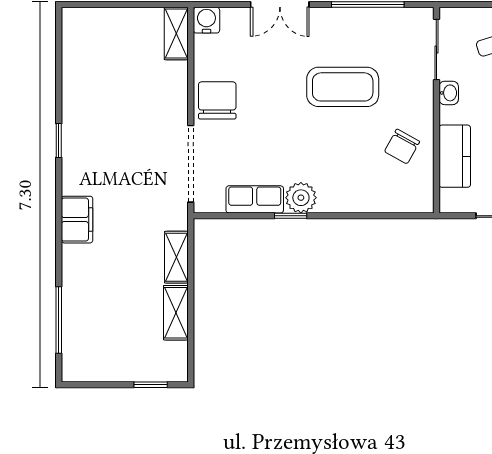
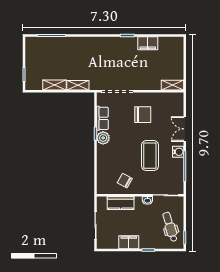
water cooler: (206, 20) -> (178, 152), moved
chair: (217, 100) -> (143, 115), moved
filing cabinet: (77, 220) -> (148, 43), moved

